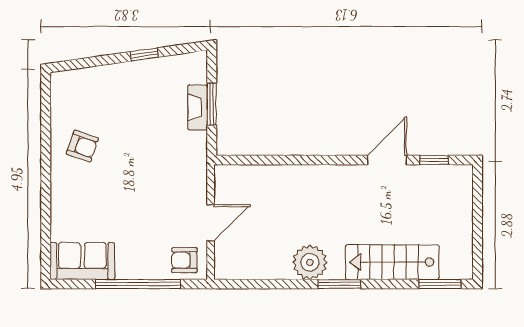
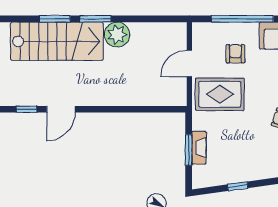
rug: (169, 181) -> (220, 94), added
armchair: (184, 260) -> (235, 54), moved, turned -90
stairs: (392, 262) -> (57, 41), width x1.36, depth x1.51
window: (440, 284) -> (55, 19), moved

